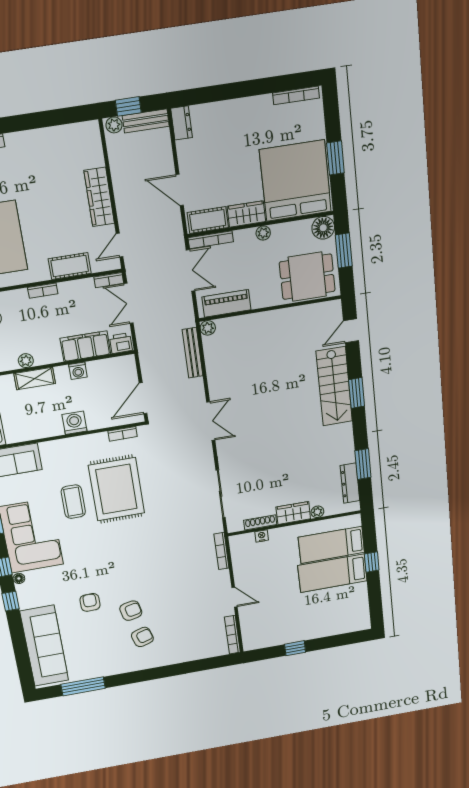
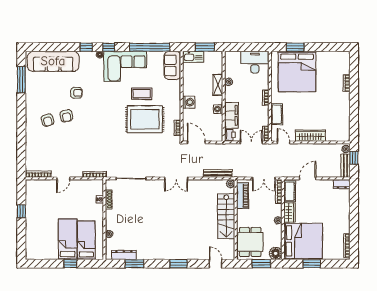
stairs: (334, 386) -> (226, 216), moved, turned -90
wardrobe: (293, 513) -> (111, 220), removed

